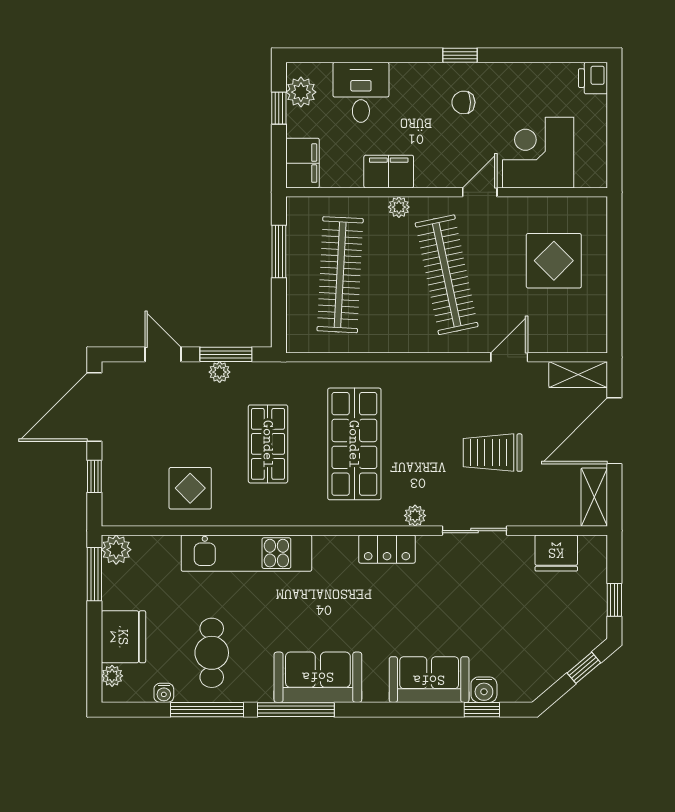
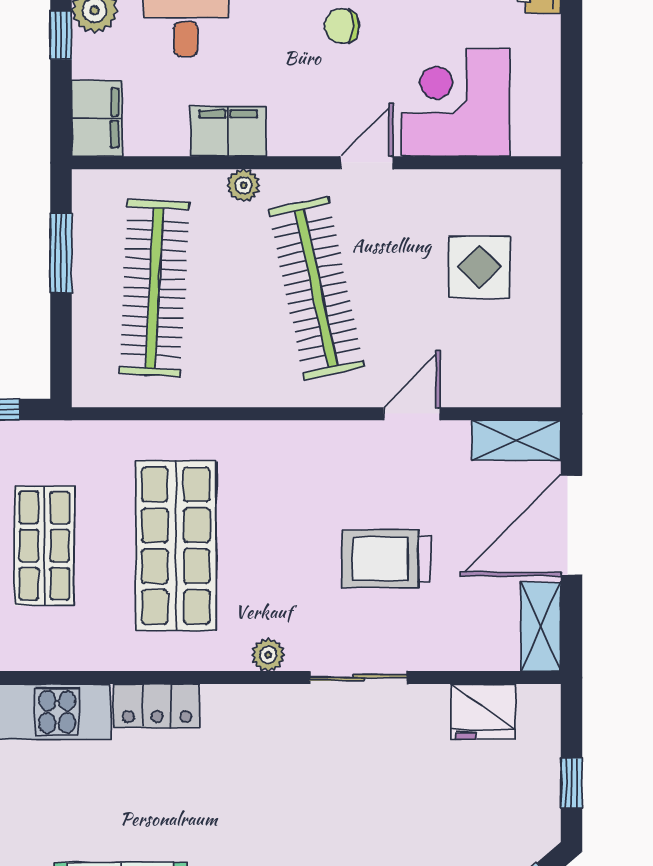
display table: (554, 261) -> (479, 267), width x0.73, depth x0.73
locker: (387, 549) -> (157, 706), moved

